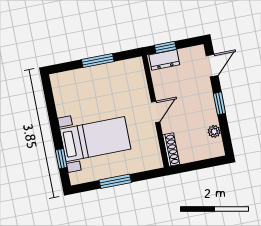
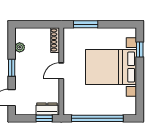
window: (98, 60) -> (97, 118), width x2.11
bed with nightstands: (95, 139) -> (111, 67), width x1.36
window: (115, 181) -> (86, 24), moved

